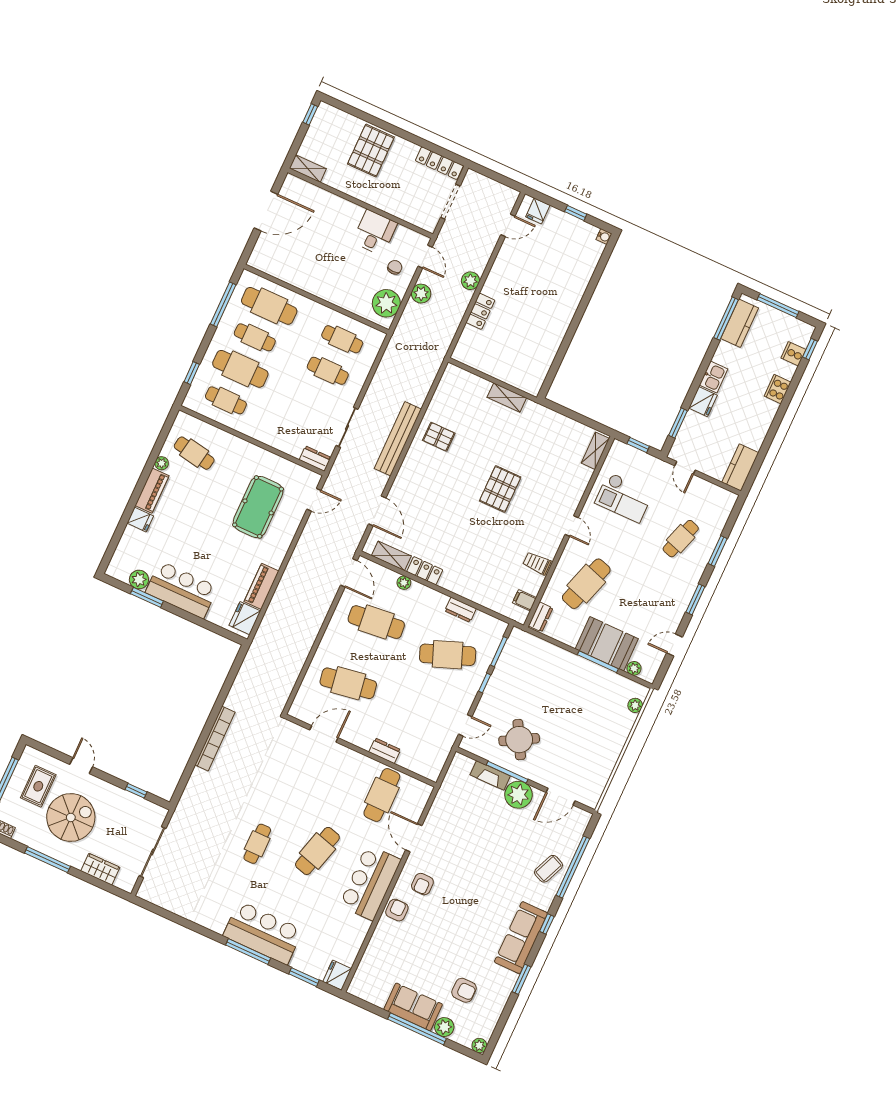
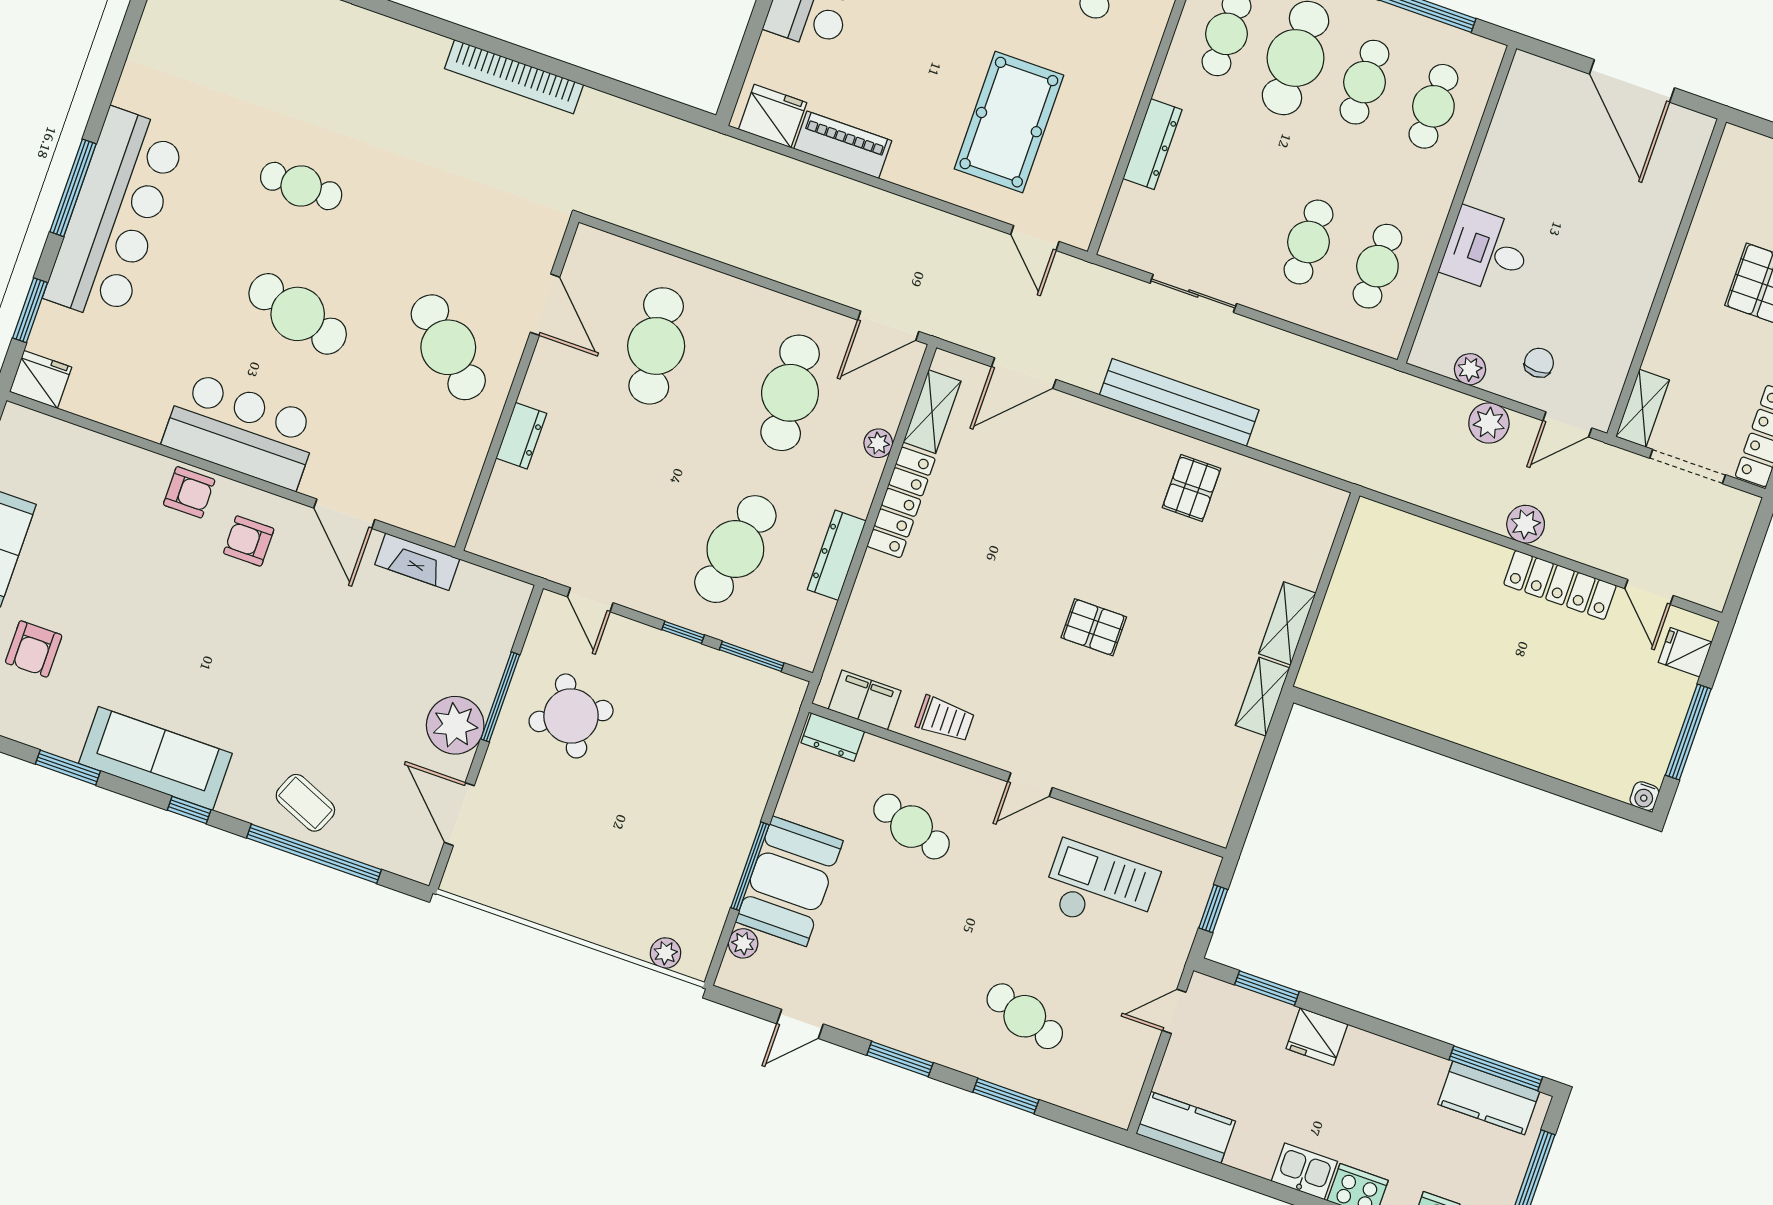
shelving: (308, 169) -> (1643, 408), moved
window: (576, 213) -> (1688, 732), width x2.17
desk: (375, 232) -> (1486, 251), moved, turned 180
chair: (395, 267) -> (1539, 363), turned -90
plant: (386, 303) -> (1470, 369), width x0.53, depth x0.53
cafe table: (269, 306) -> (1433, 106), width x0.73, depth x0.74
locker: (480, 311) -> (1560, 585), moved, width x1.53
kitchen sink: (714, 377) -> (1304, 1171), moved, turned 180
shelving: (595, 451) -> (1262, 697), moved, turned 90
dresser: (315, 459) -> (1152, 144), moved, width x1.44
pallet: (500, 489) -> (1094, 627), width x0.67, depth x0.71
checkout: (624, 498) -> (1100, 889), turned 90
pool table: (258, 507) -> (1009, 122), turned 90
trolley: (537, 563) -> (945, 719), turned 90
locker: (425, 571) -> (901, 502), width x1.53
cafe table: (586, 584) -> (912, 827), width x0.73, depth x0.74
filing cabinet: (524, 600) -> (865, 700), width x2.00
dresser: (460, 610) -> (837, 555), width x1.44
door: (675, 645) -> (800, 1024), swing flipped
cafe table: (448, 655) -> (735, 549), turned 33
fireplace: (490, 775) -> (417, 562), moved, turned -90
cafe table: (382, 795) -> (448, 347), moved, turned 43
door: (414, 838) -> (344, 514), swing flipped
bar counter: (263, 933) -> (115, 215), width x1.36

